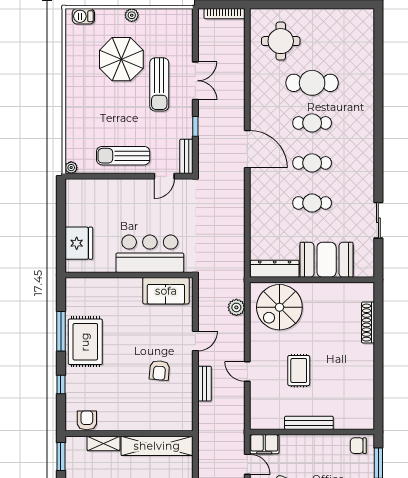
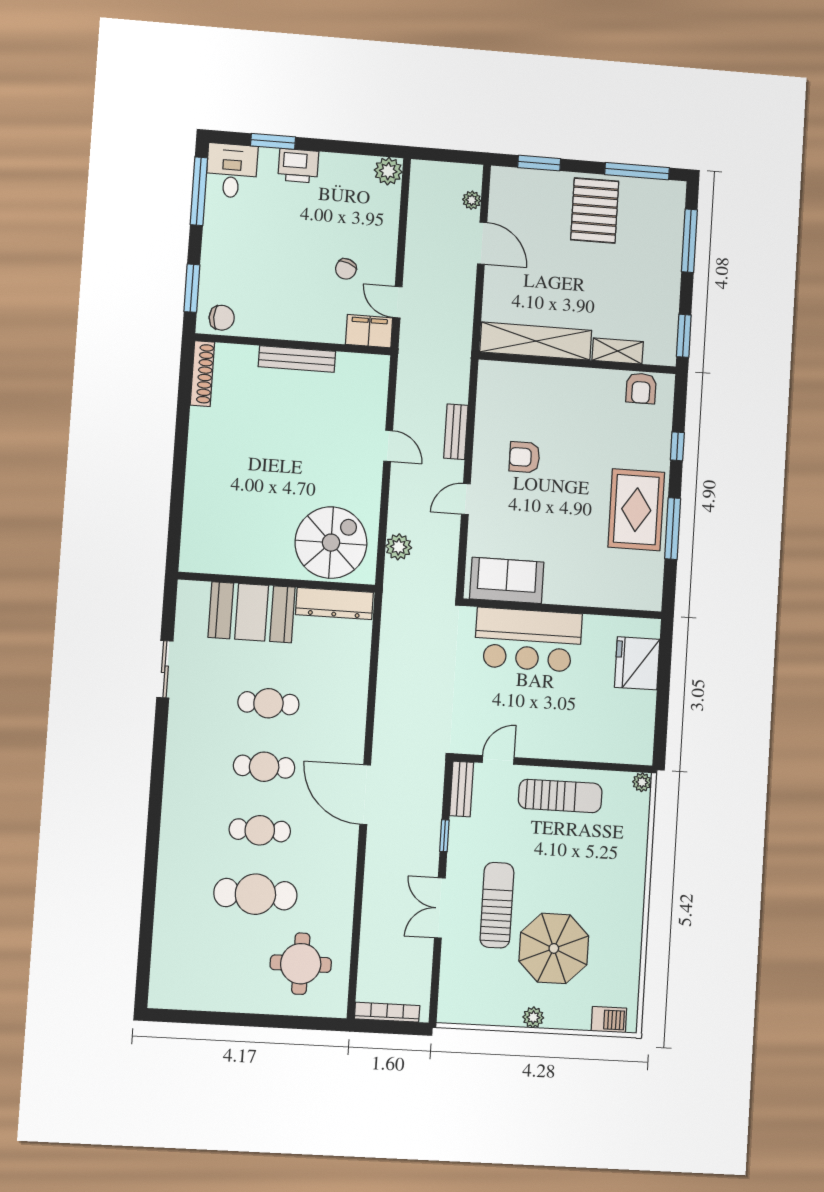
shoe rack: (368, 323) -> (202, 374), moved
armchair: (159, 370) -> (525, 457), turned -95
rug: (299, 371) -> (307, 442), removed

